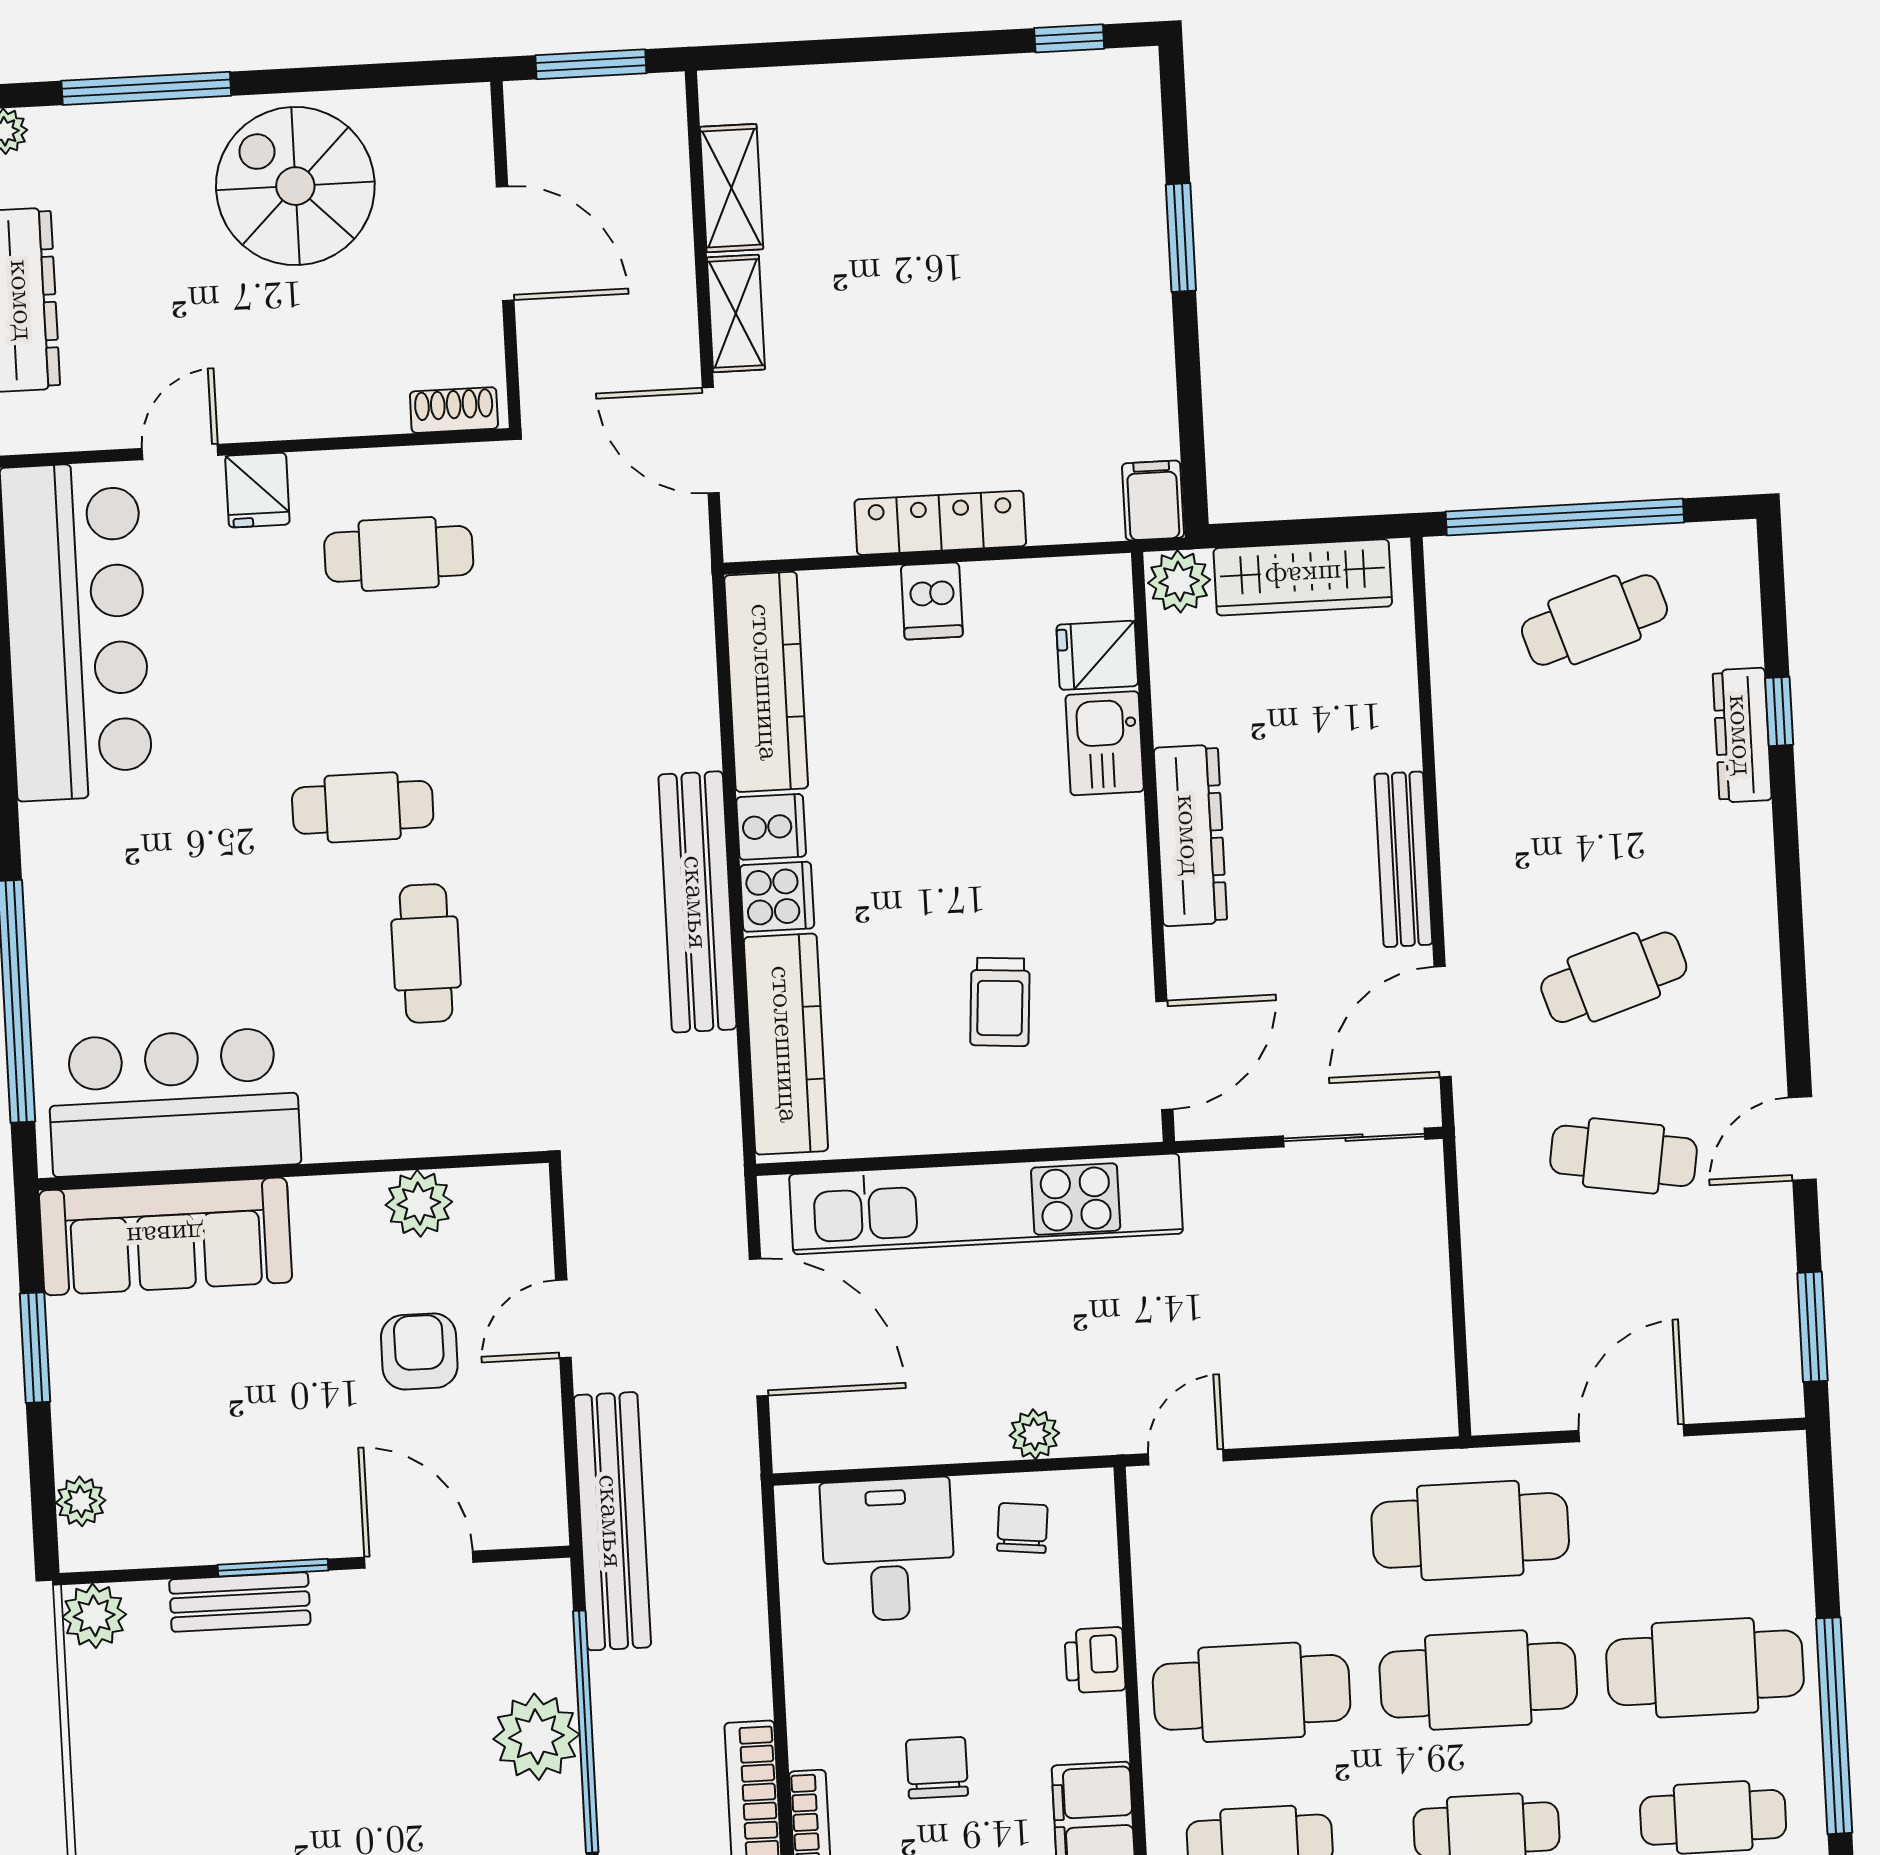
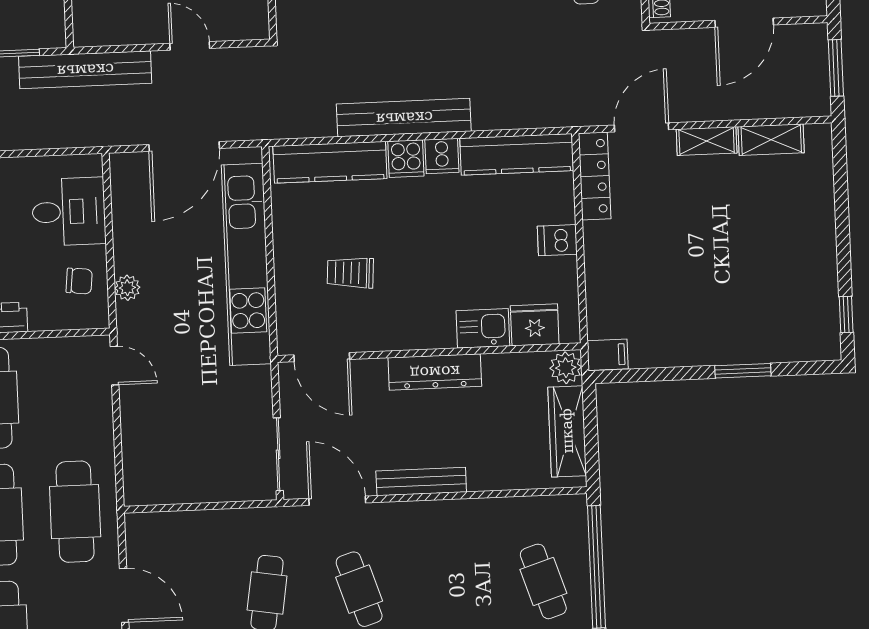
locker: (940, 523) -> (595, 176), moved
fridge: (1097, 655) -> (535, 325), width x1.38

